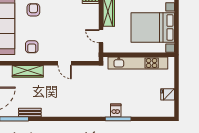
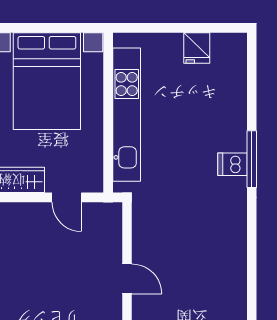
door: (101, 36) -> (67, 197), hinge flipped
door: (65, 63) -> (127, 279), hinge flipped

